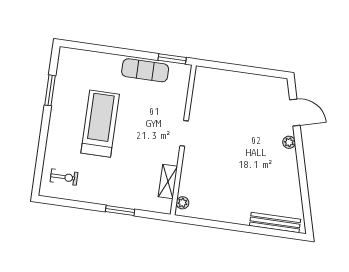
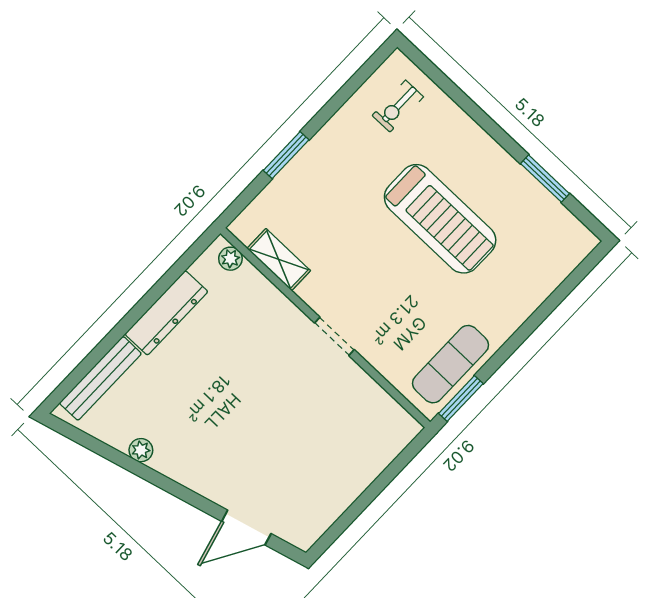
exercise mat: (145, 70) -> (451, 364), moved
plant: (289, 142) -> (141, 450), moved
dresser: (226, 214) -> (166, 313), added

